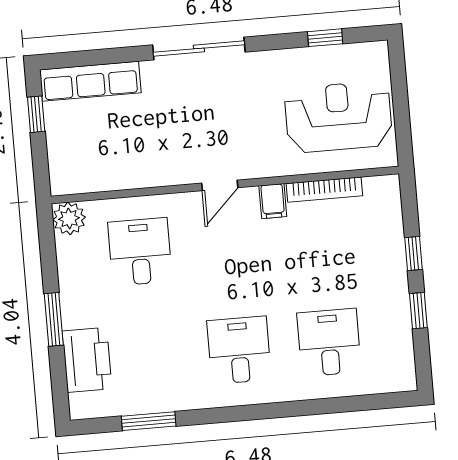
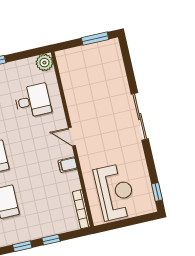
window: (325, 38) -> (157, 192), moved
row of seats: (90, 81) -> (116, 64), removed
window: (36, 114) -> (95, 39), width x1.50
bookcase: (324, 190) -> (81, 209), moved

